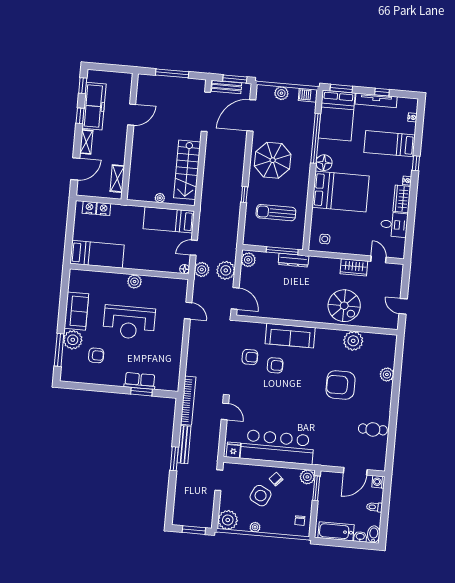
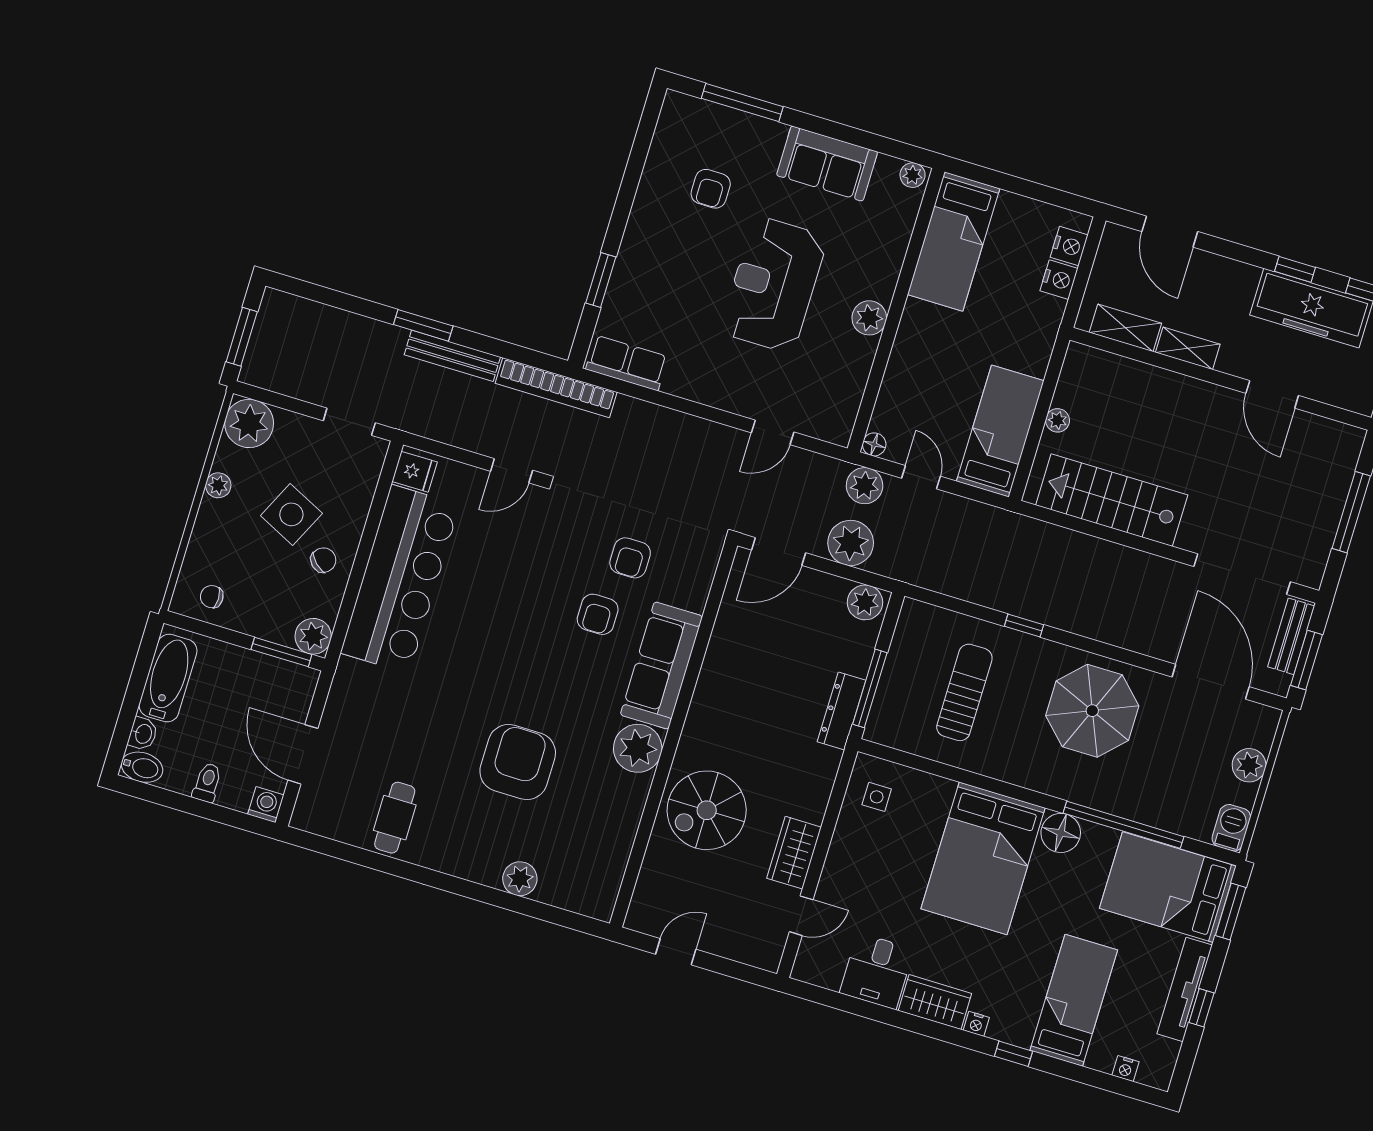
shelving: (86, 142) -> (1188, 348), moved
plant: (73, 340) -> (913, 175), moved, width x0.53, depth x0.53
plant: (353, 341) -> (638, 748), moved
row of seats: (140, 381) -> (627, 363), moved, turned -90

